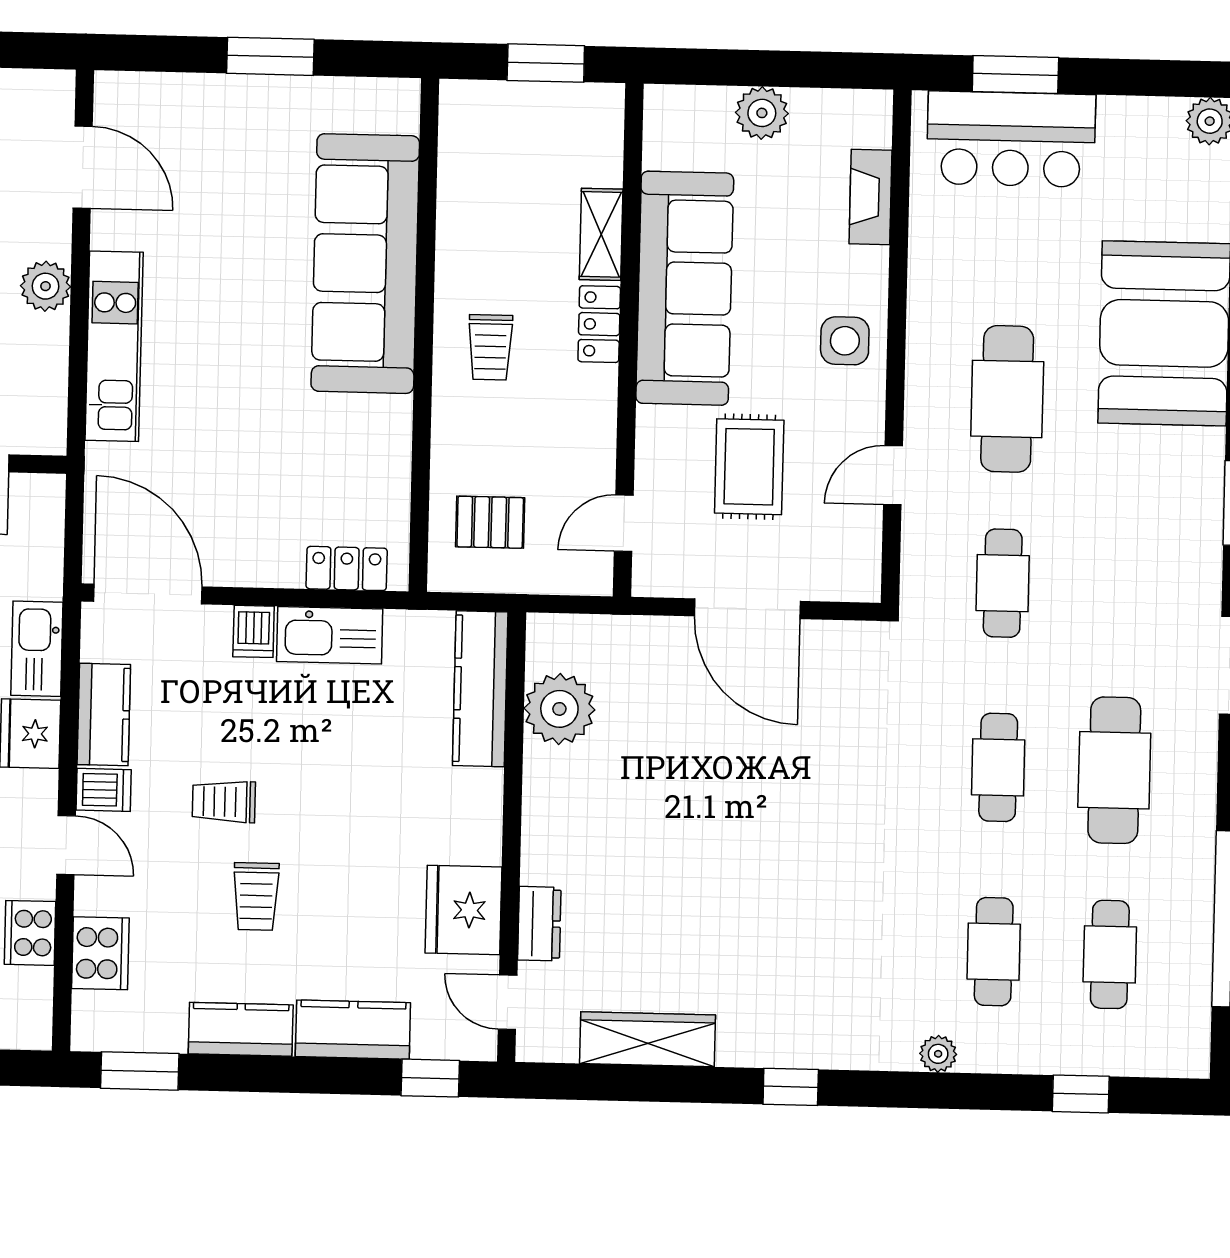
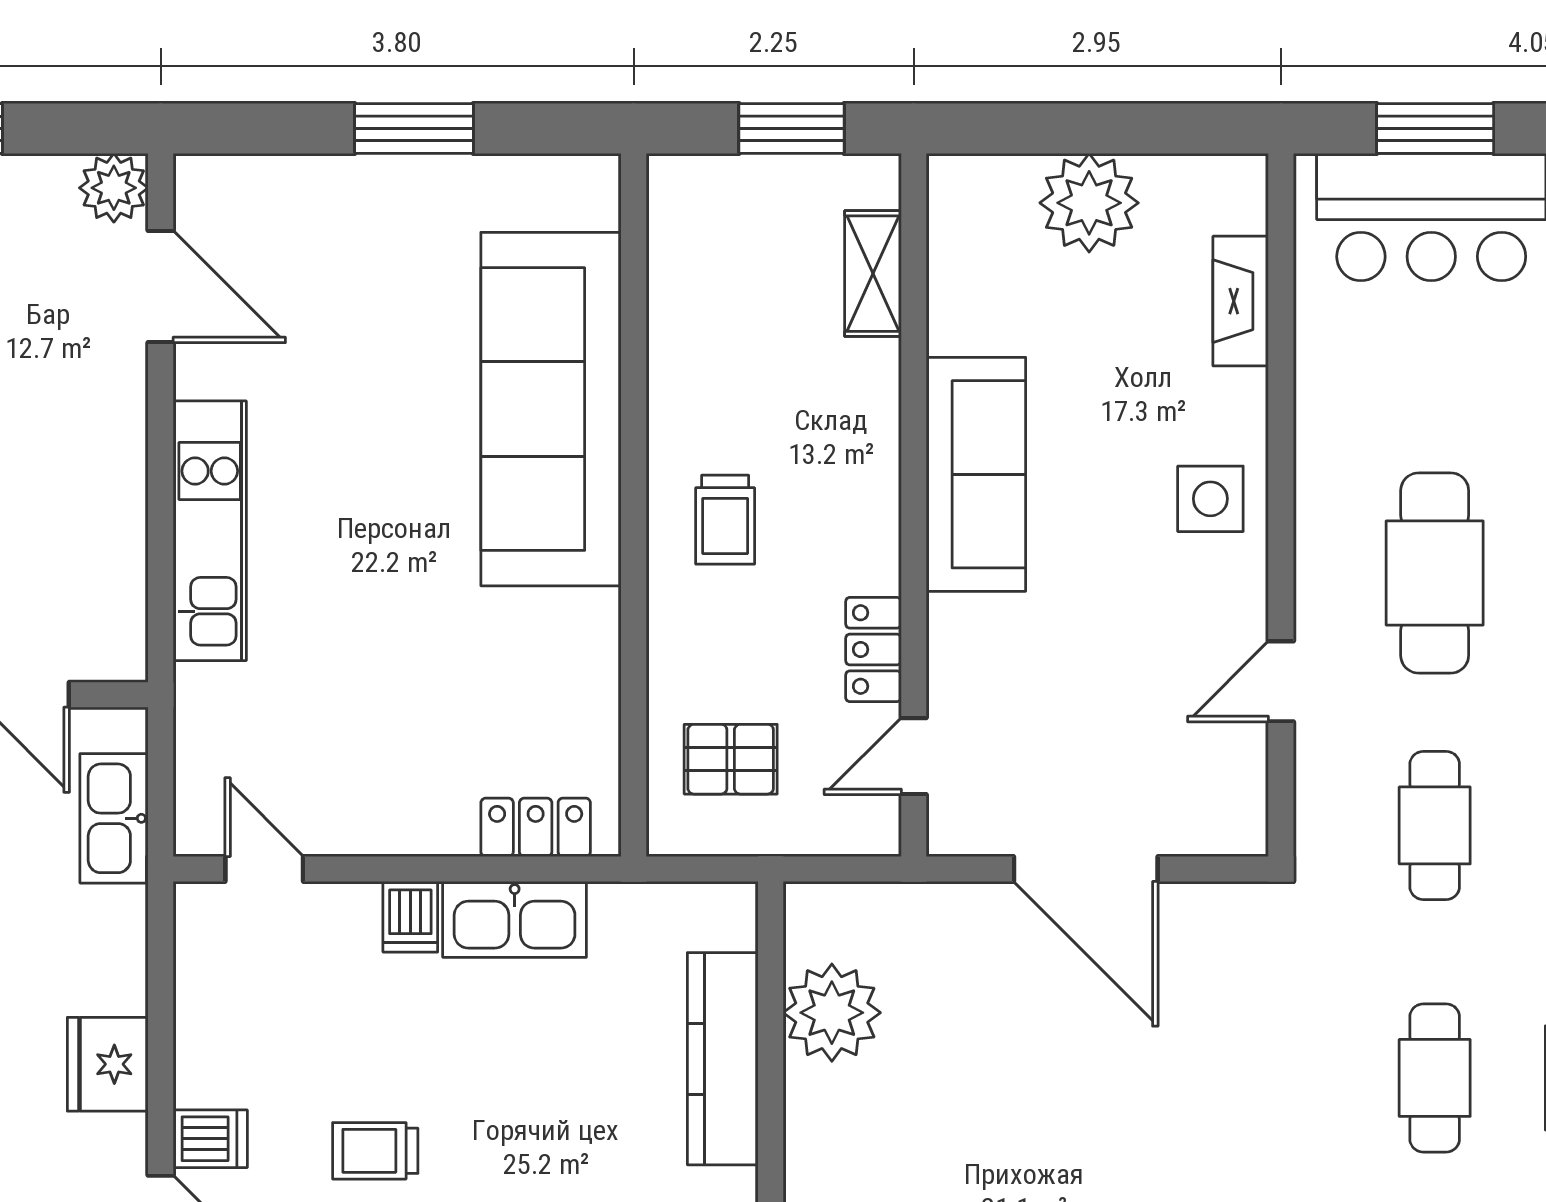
plant: (762, 113) -> (1089, 203), width x1.36, depth x1.36
shelving: (601, 234) -> (873, 274), moved
plant: (45, 286) -> (114, 188), moved
sofa: (685, 288) -> (976, 474), width x0.74, depth x0.79
locker: (599, 324) -> (873, 650), moved
rug: (749, 467) -> (1084, 674), removed
door: (148, 594) -> (264, 869), width x0.53
kitchen sink: (37, 649) -> (114, 818), moved
kitchen counter: (480, 689) -> (723, 1059), moved
kitchen counter: (104, 714) -> (208, 1035), removed

